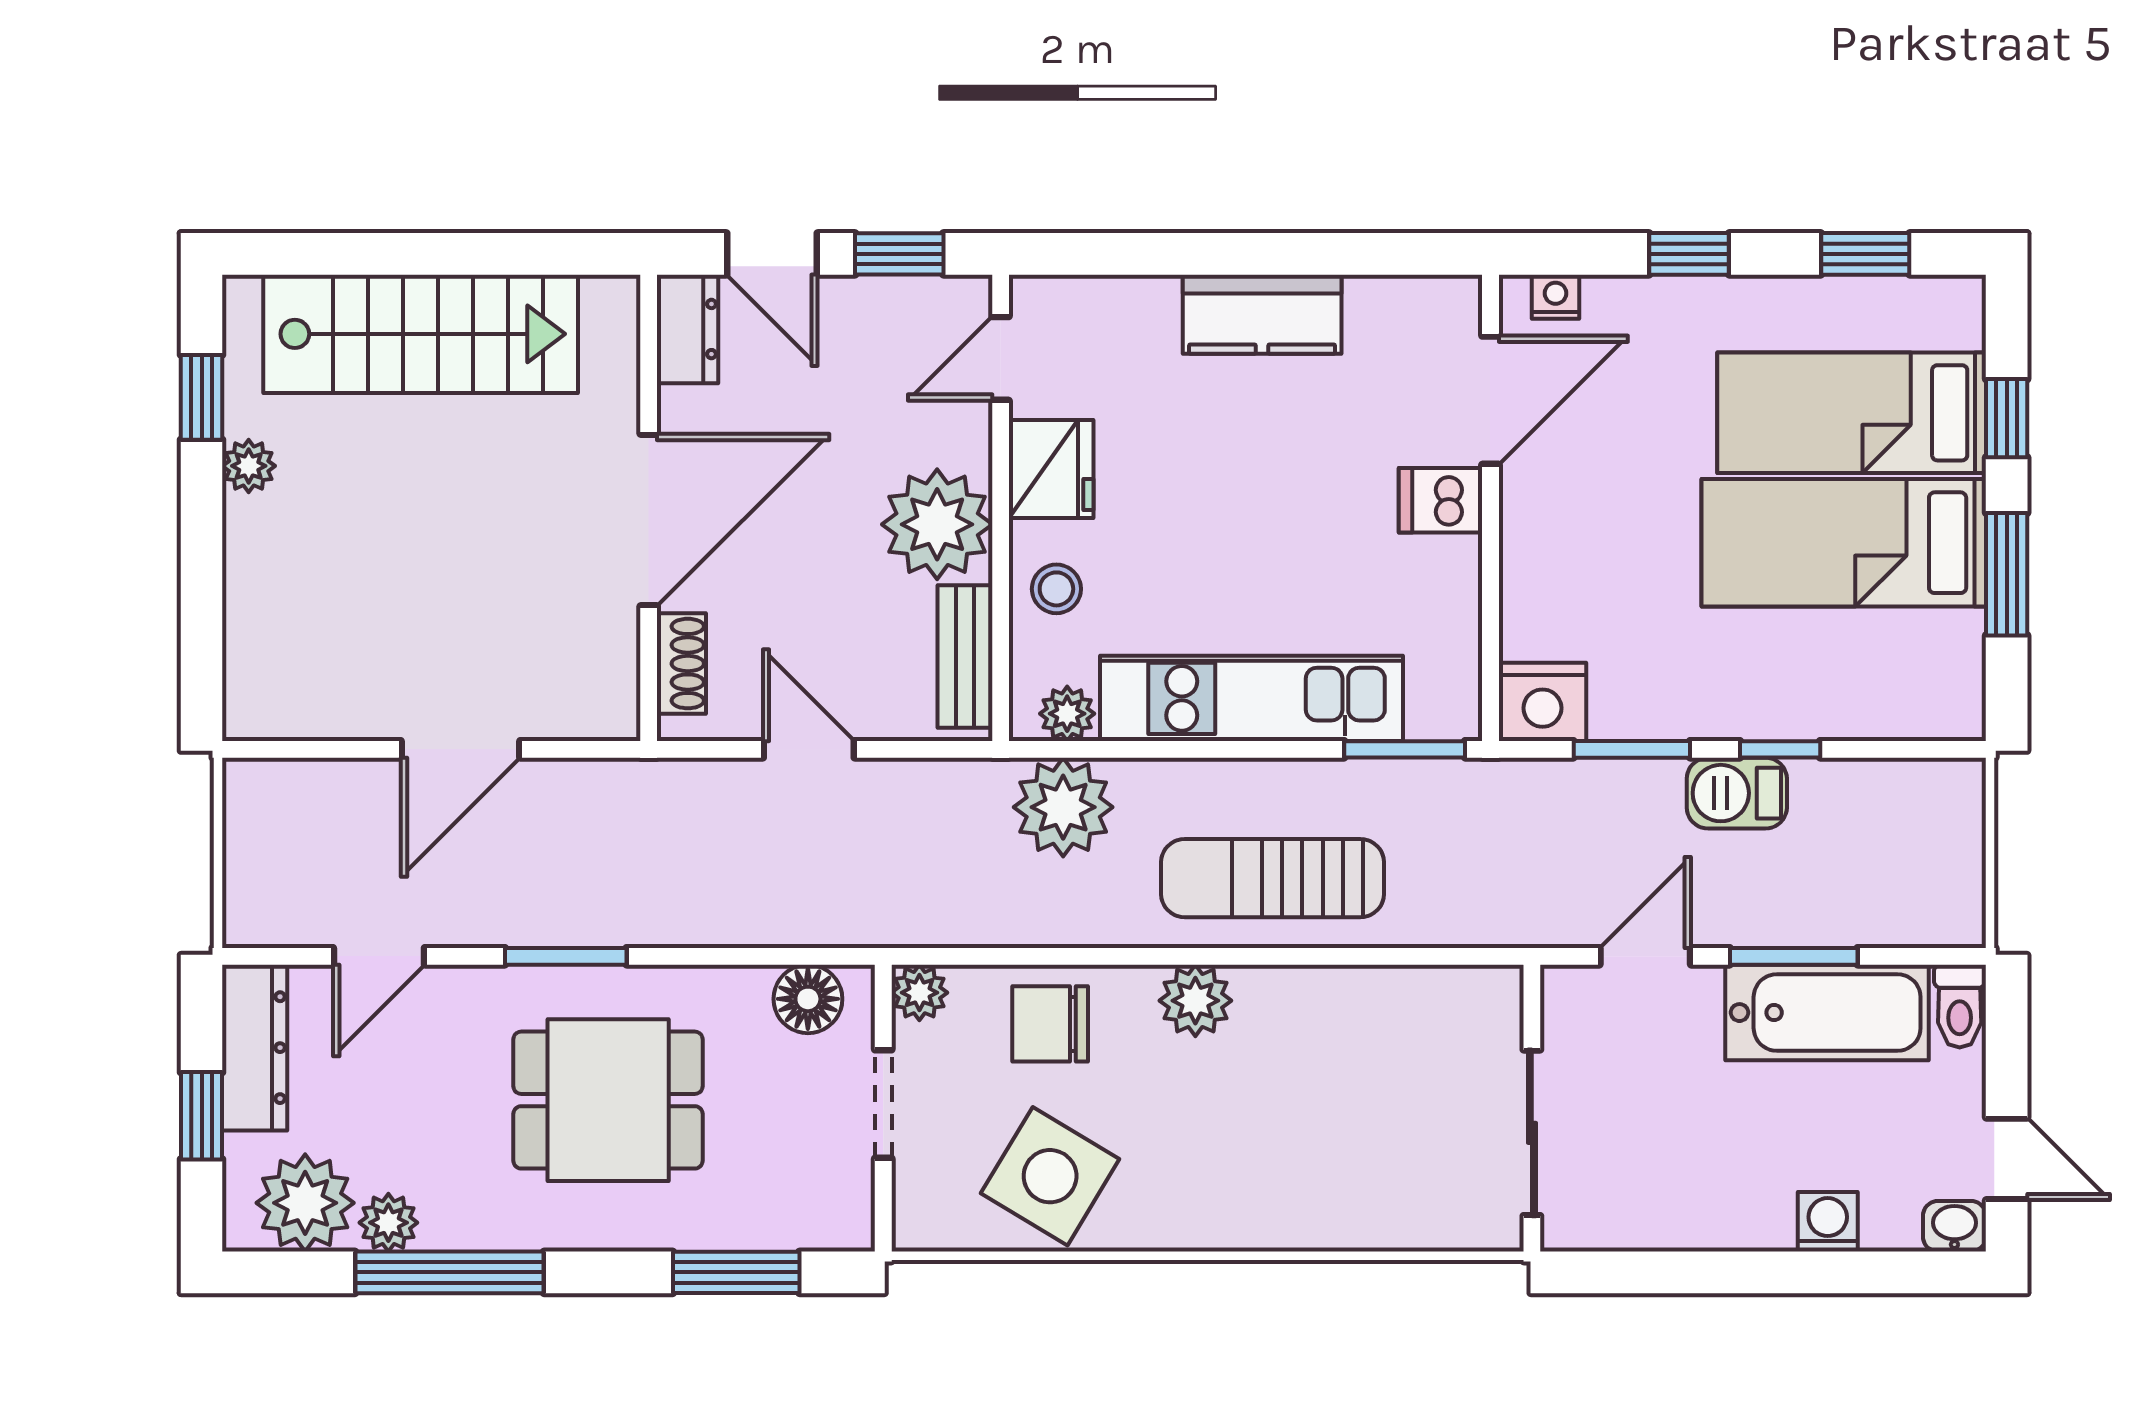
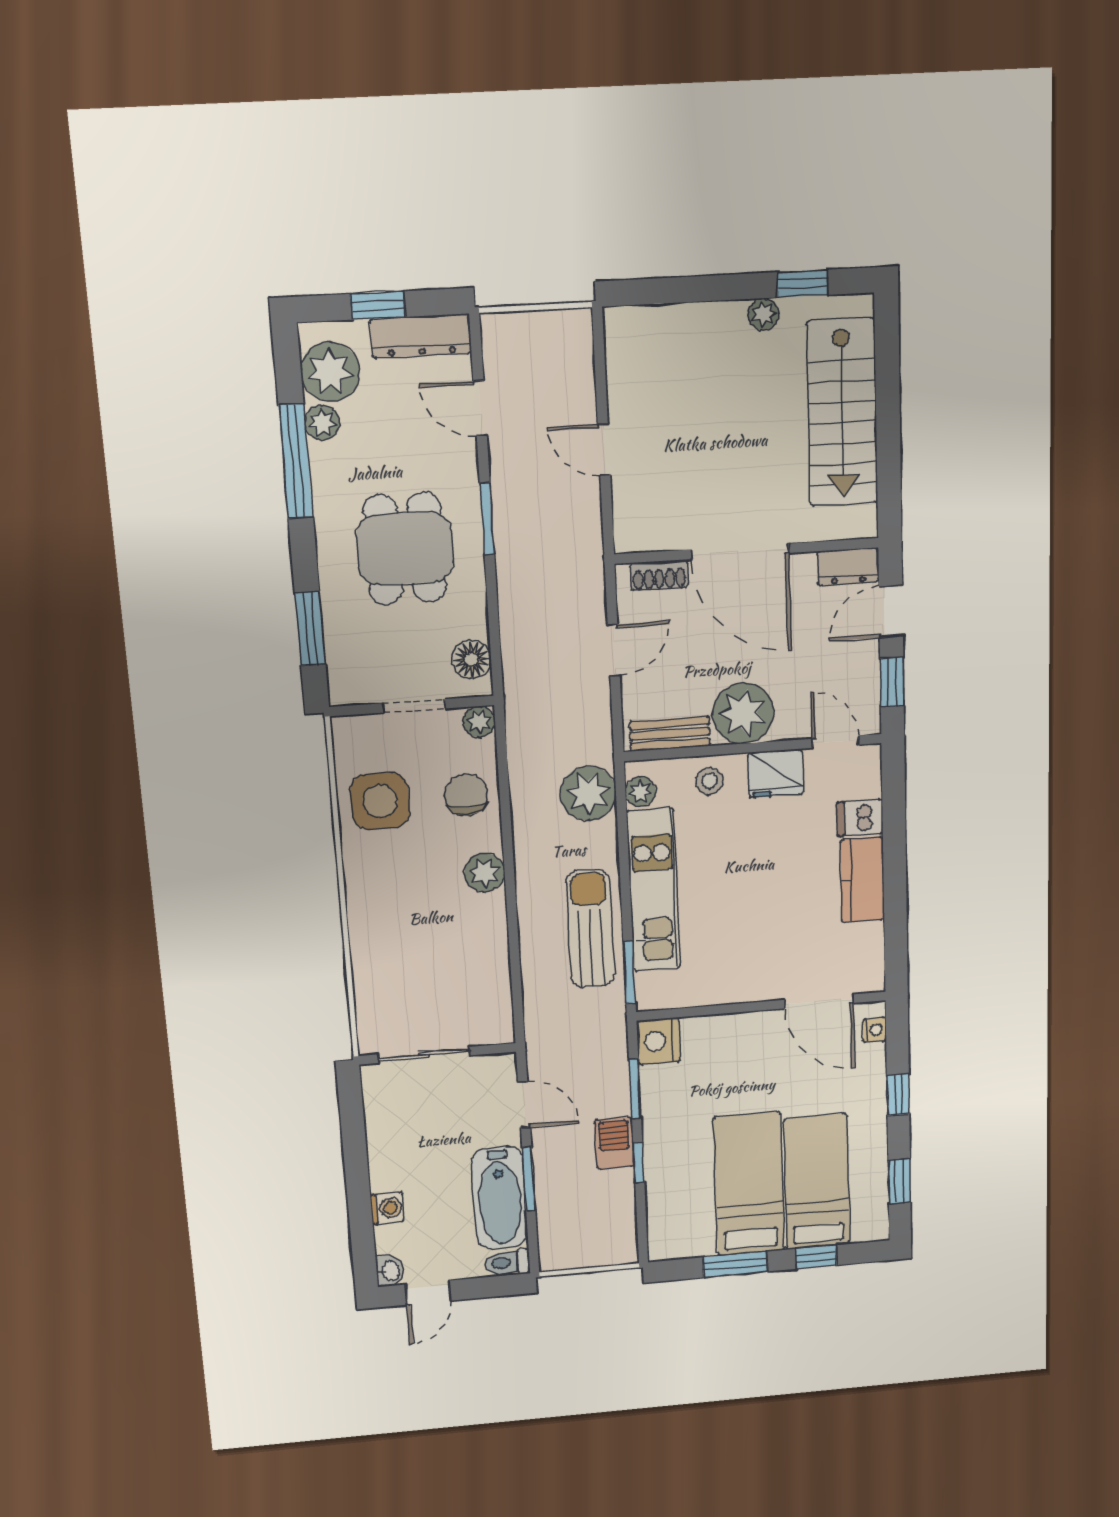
dishwasher: (1441, 500) -> (860, 818), moved, turned -90
door: (461, 749) -> (604, 450), width x0.73
sun lounger: (1273, 878) -> (590, 929), moved
side table: (1050, 1176) -> (380, 801), turned -31

